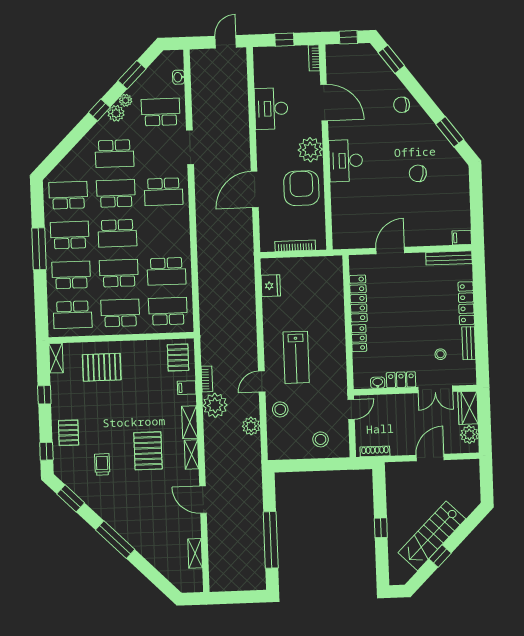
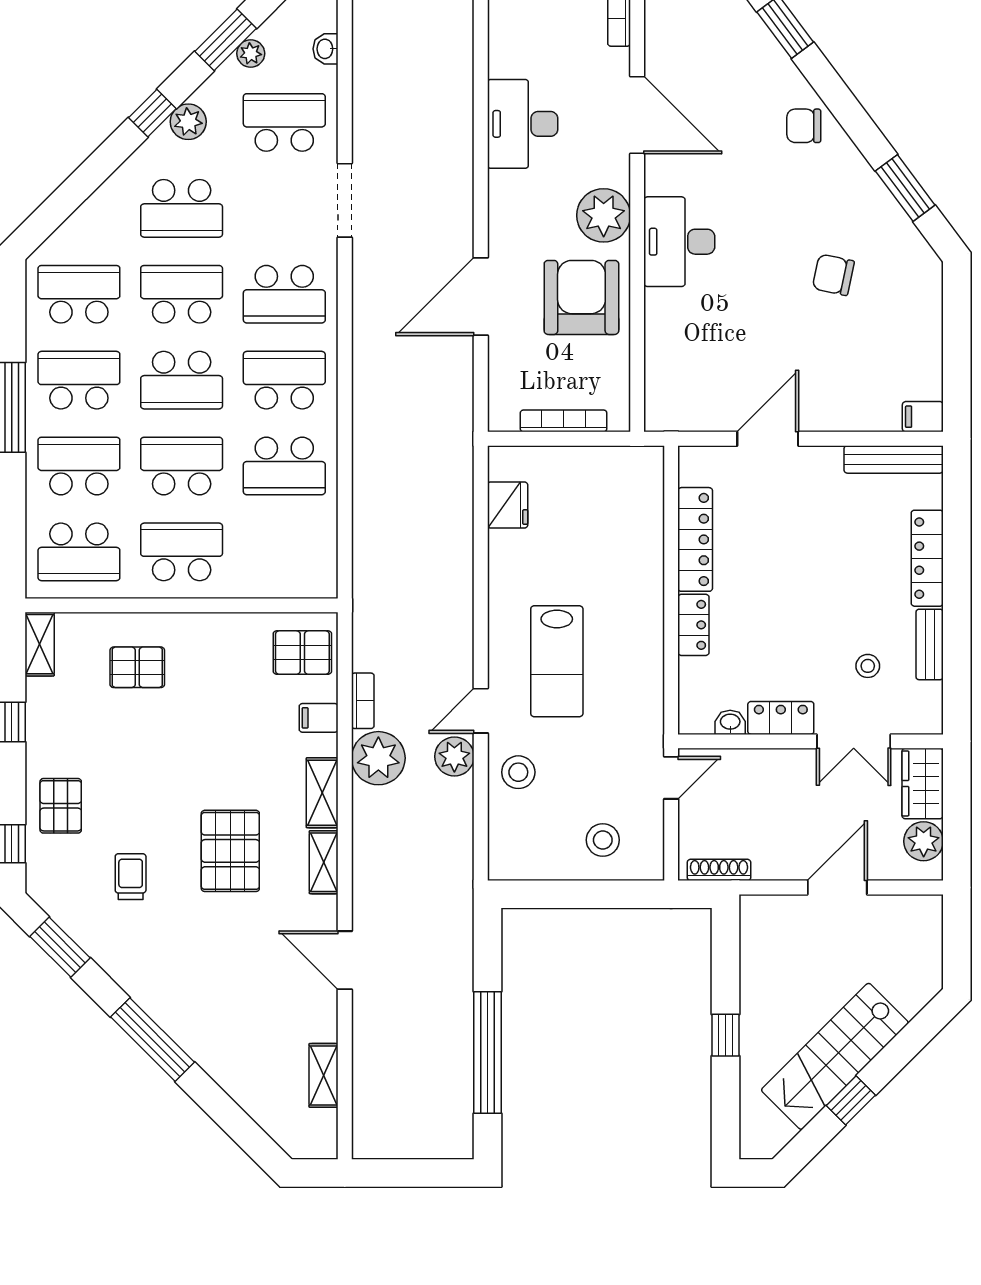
plant: (126, 100) -> (251, 53), moved
school desk: (168, 311) -> (284, 380), moved
pallet: (178, 358) -> (302, 653), turned 90
pallet: (102, 367) -> (137, 667), width x0.67, depth x0.71
plant: (251, 426) -> (454, 756), moved

